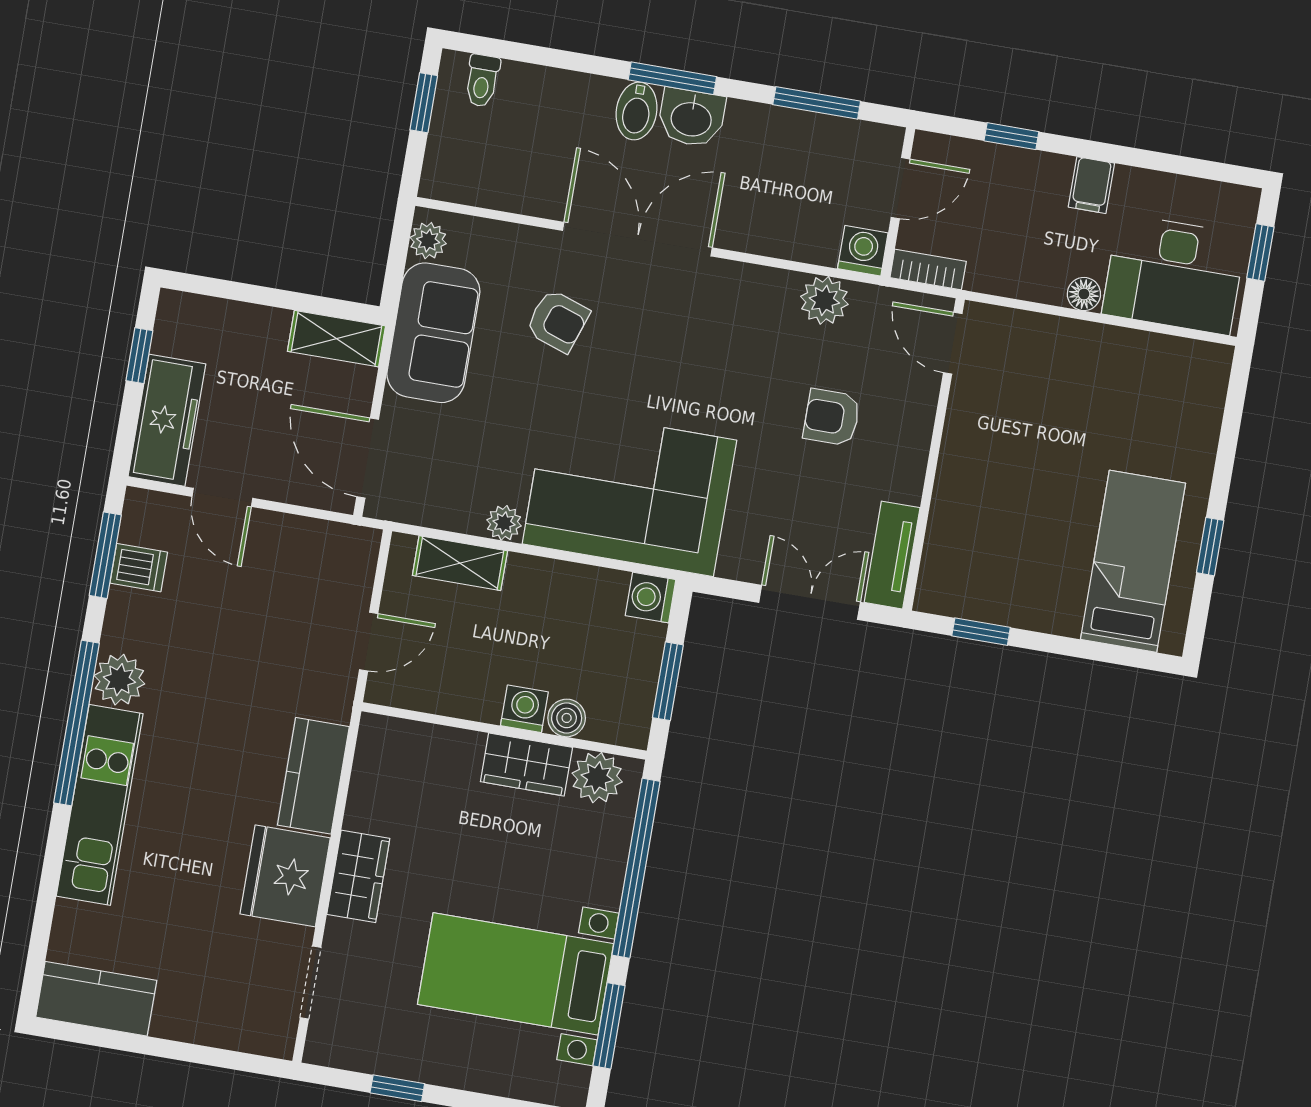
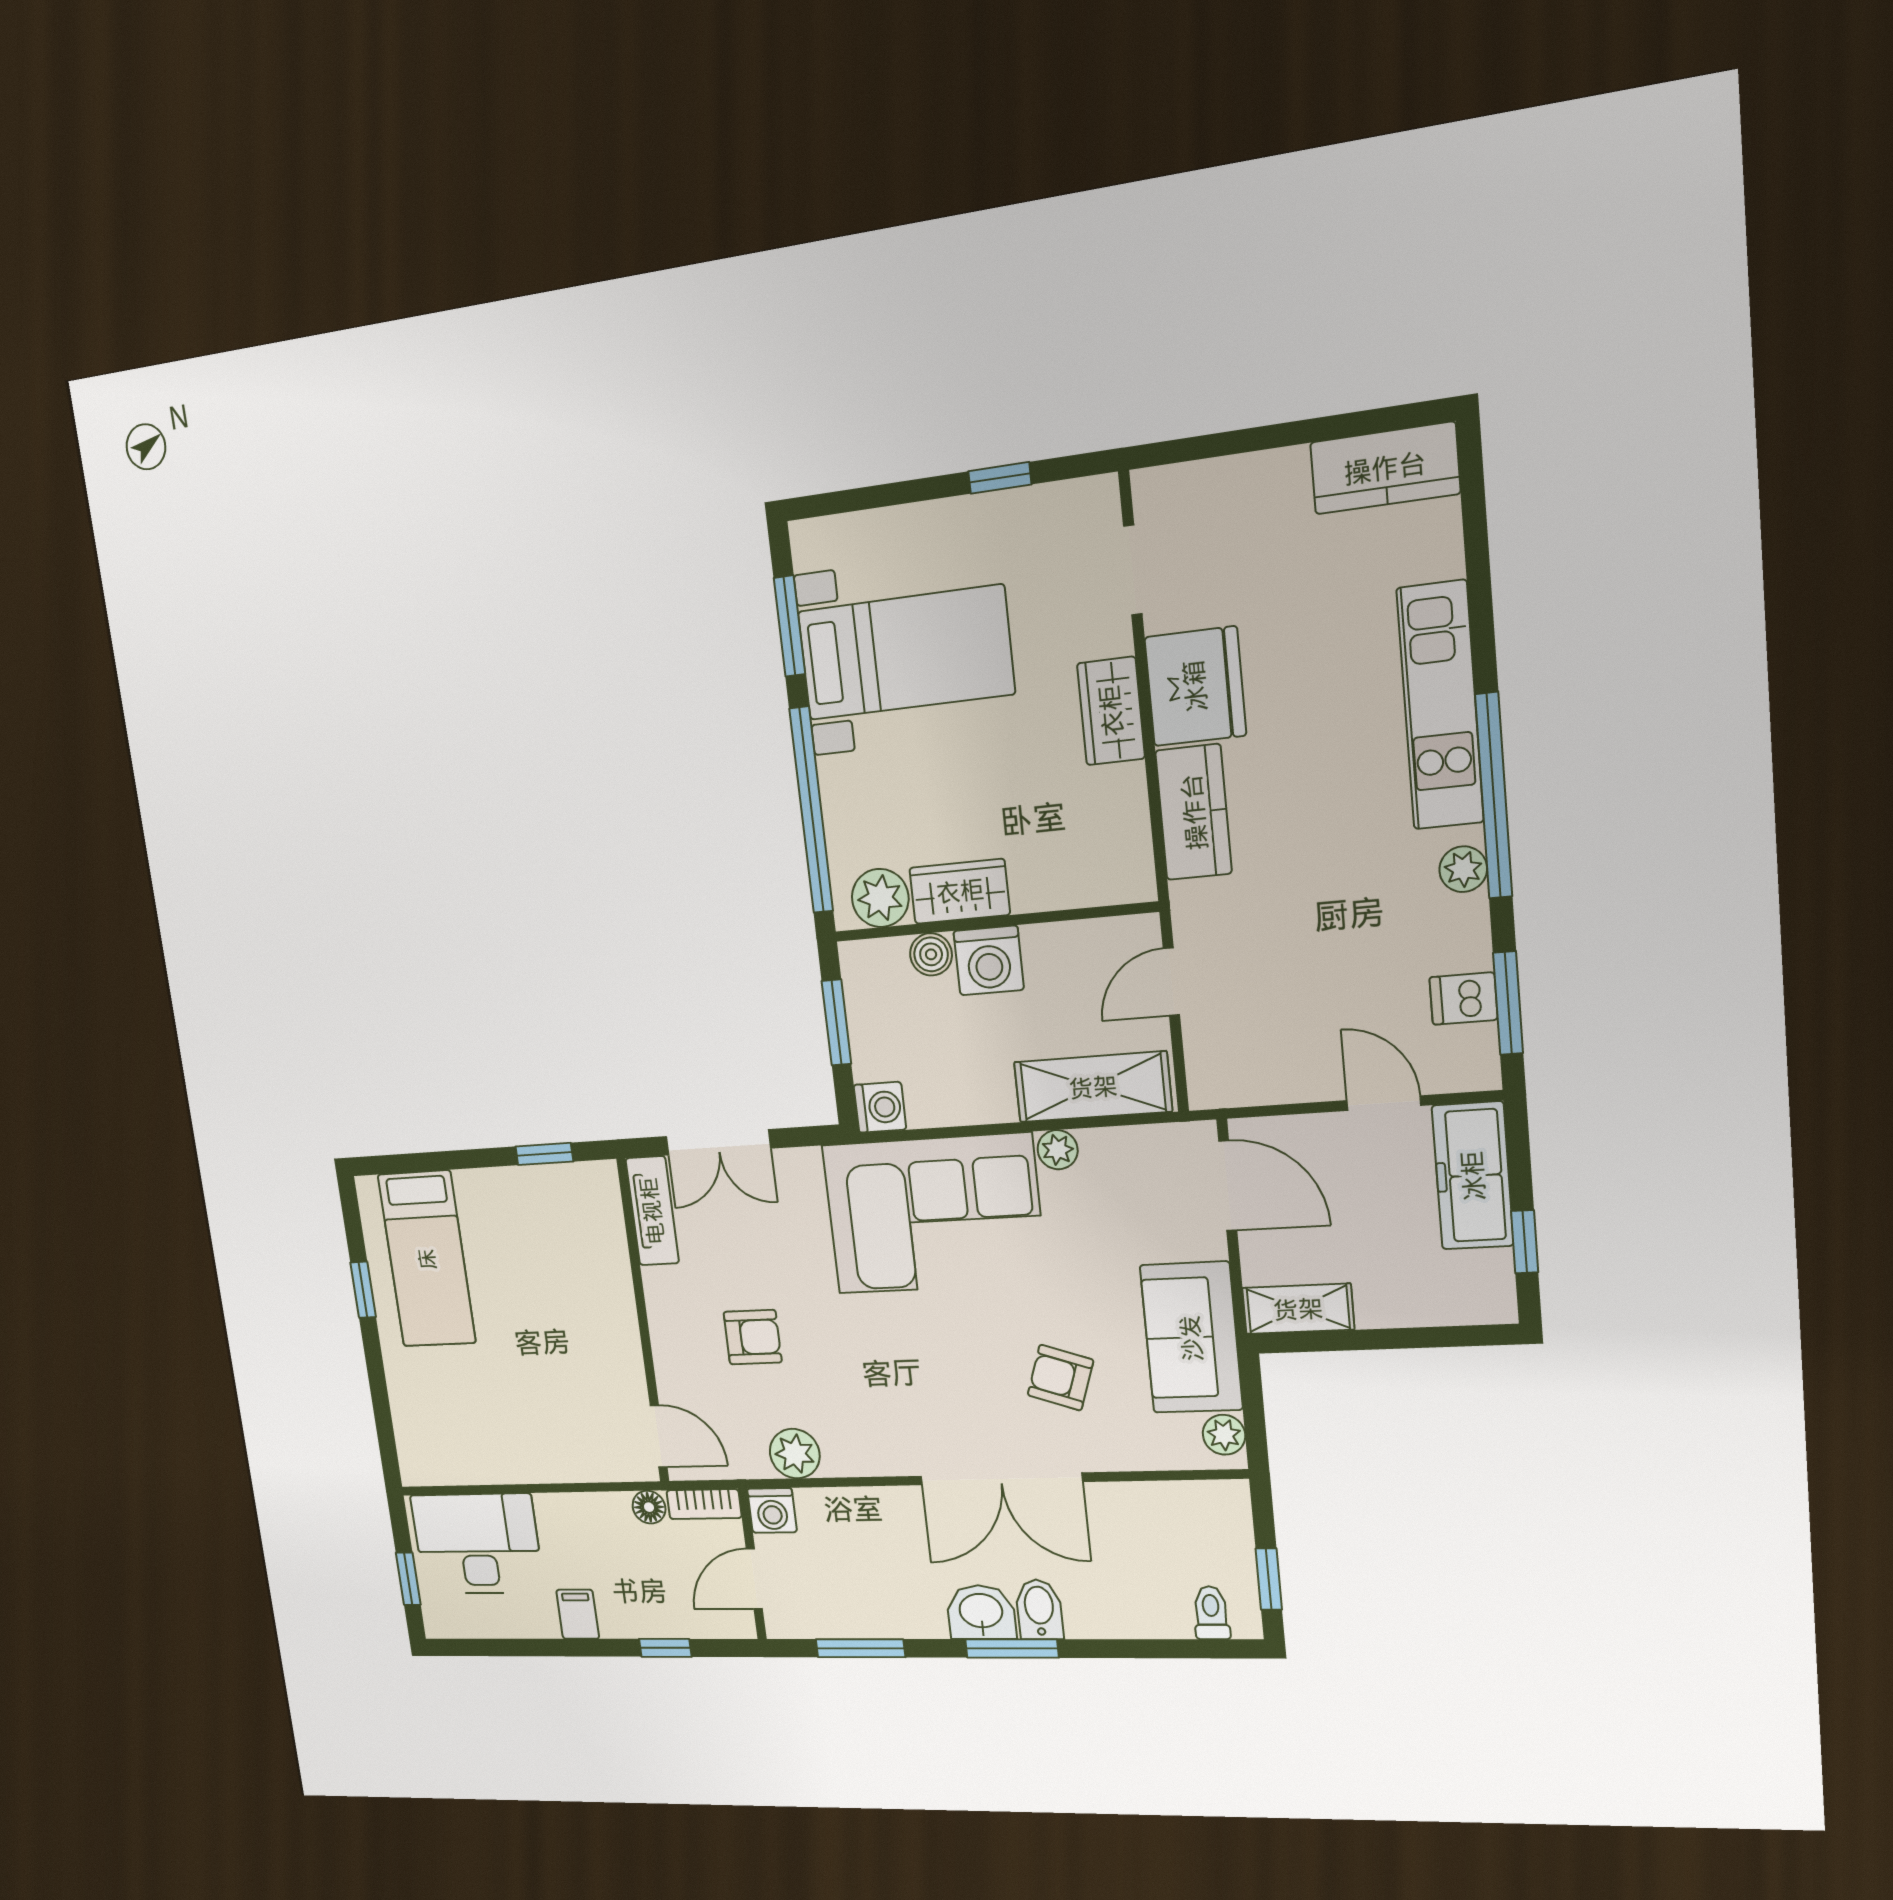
floor lamp: (1084, 294) -> (649, 1507), moved
shelving: (460, 563) -> (1093, 1087), width x1.50, depth x1.33
plant: (119, 680) -> (1463, 869), width x0.73, depth x0.73
washing machine: (524, 709) -> (989, 960), width x1.38, depth x1.38

